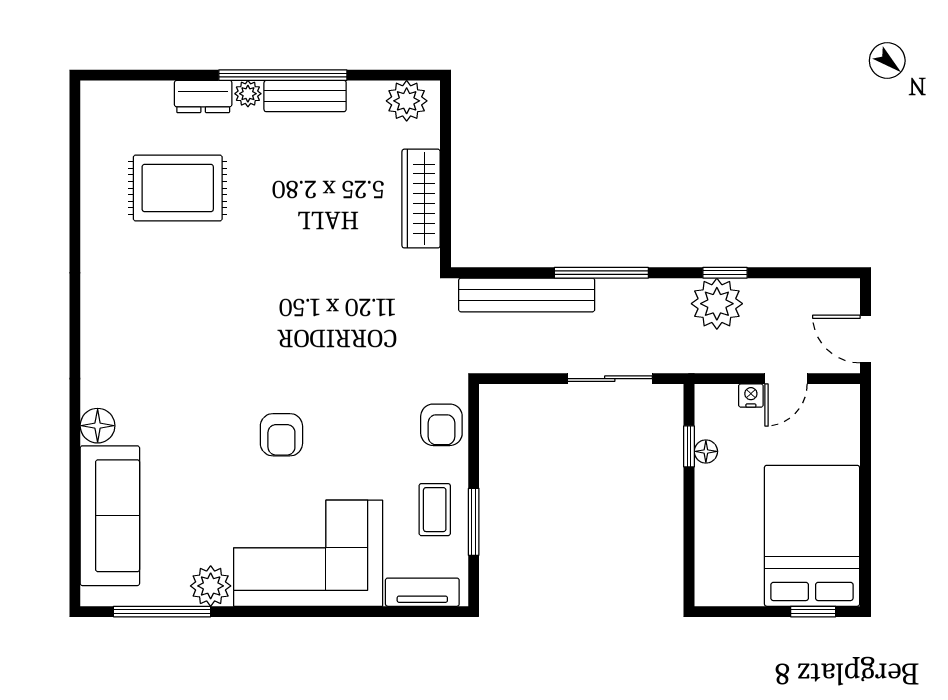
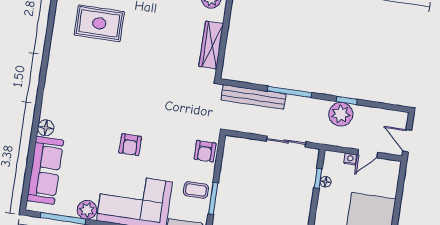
coffee table: (435, 510) -> (196, 190), turned 90

